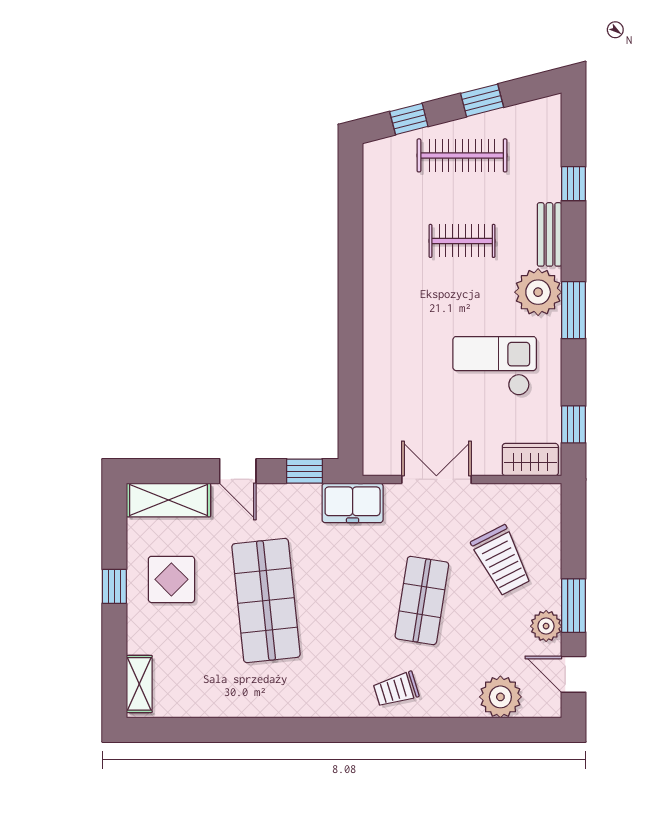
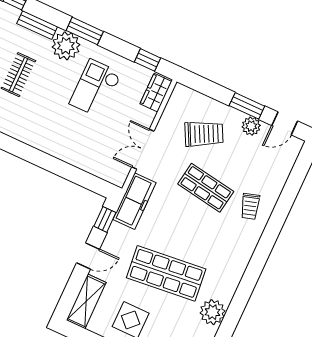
freezer: (353, 503) -> (135, 201), width x1.40
trolley: (396, 689) -> (250, 206), moved
plant: (500, 697) -> (212, 312), moved

